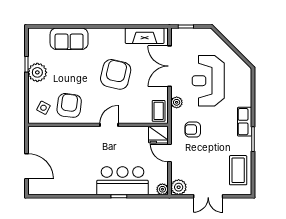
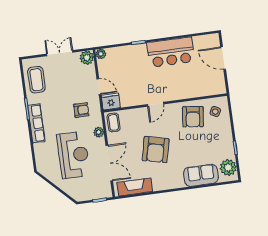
plant: (37, 72) -> (228, 168), moved
row of seats: (245, 122) -> (36, 123), width x1.48
bar counter: (122, 181) -> (171, 52), moved

